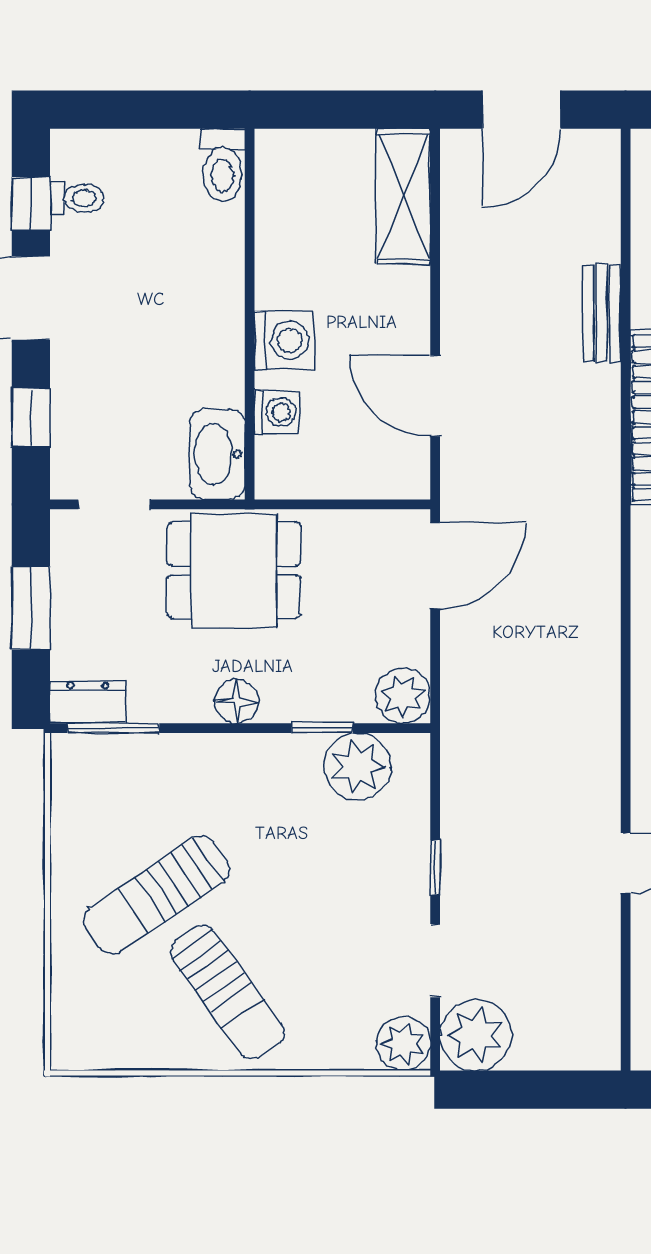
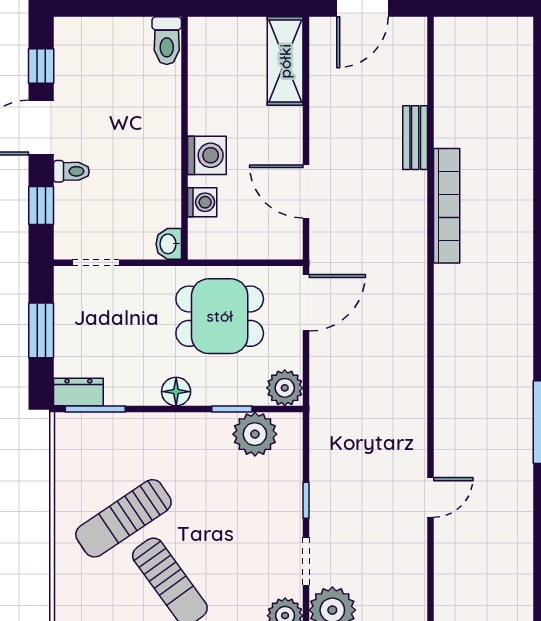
toilet: (77, 198) -> (71, 171), moved
washbasin: (217, 454) -> (169, 244), width x0.52, depth x0.69
dining table: (234, 570) -> (220, 316), moved

